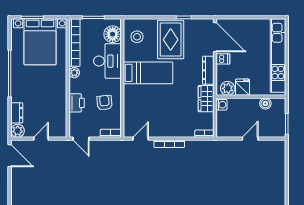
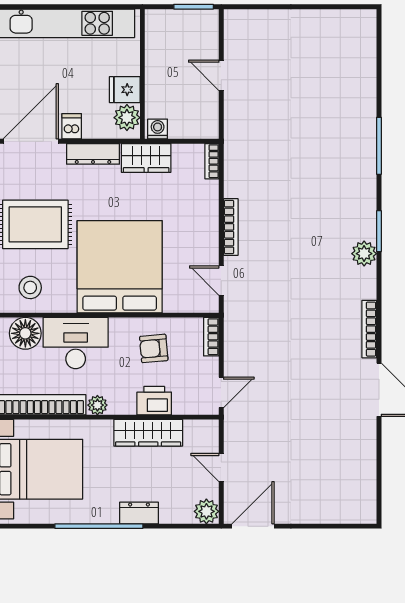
bed: (148, 73) -> (120, 267), width x2.04
wardrobe: (59, 100) -> (148, 433), added
boiler: (265, 104) -> (155, 47), removed
dresser: (17, 113) -> (139, 513), moved

